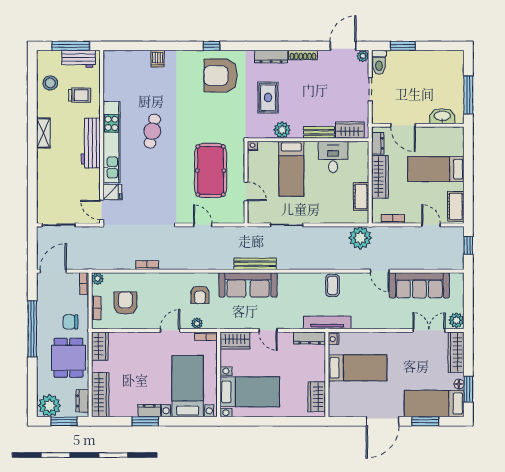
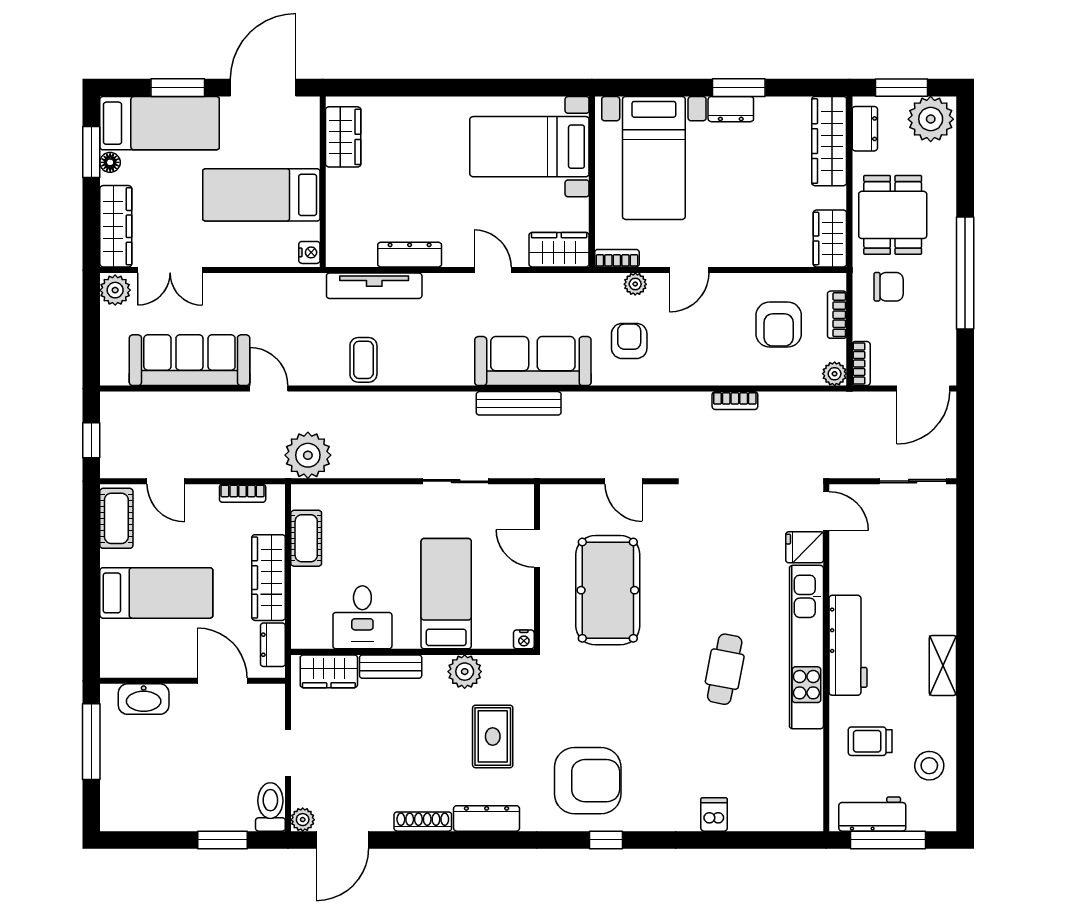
nightstand: (334, 339) -> (309, 252), moved
bed: (357, 368) -> (261, 195), moved
wall: (327, 374) -> (323, 182), moved
wardrobe: (317, 397) -> (343, 137), moved

